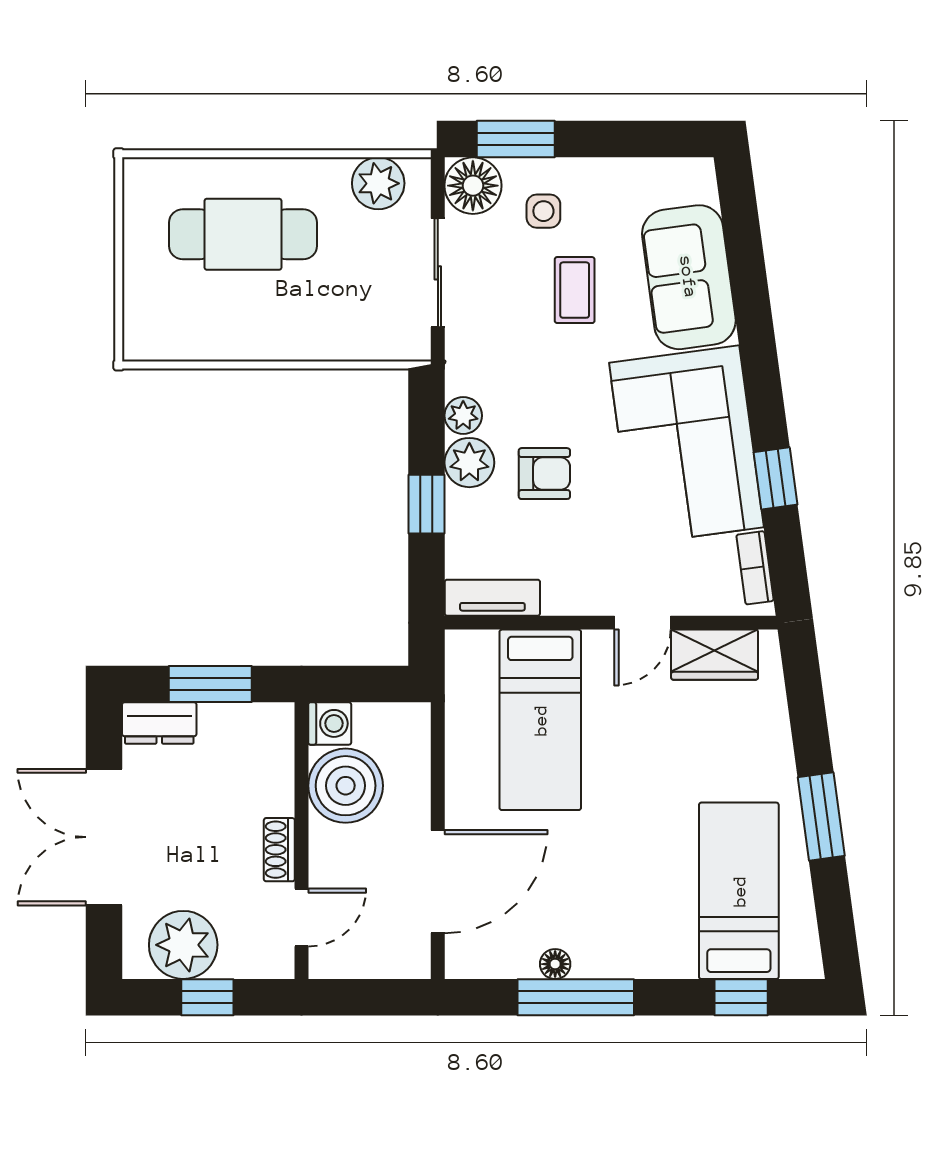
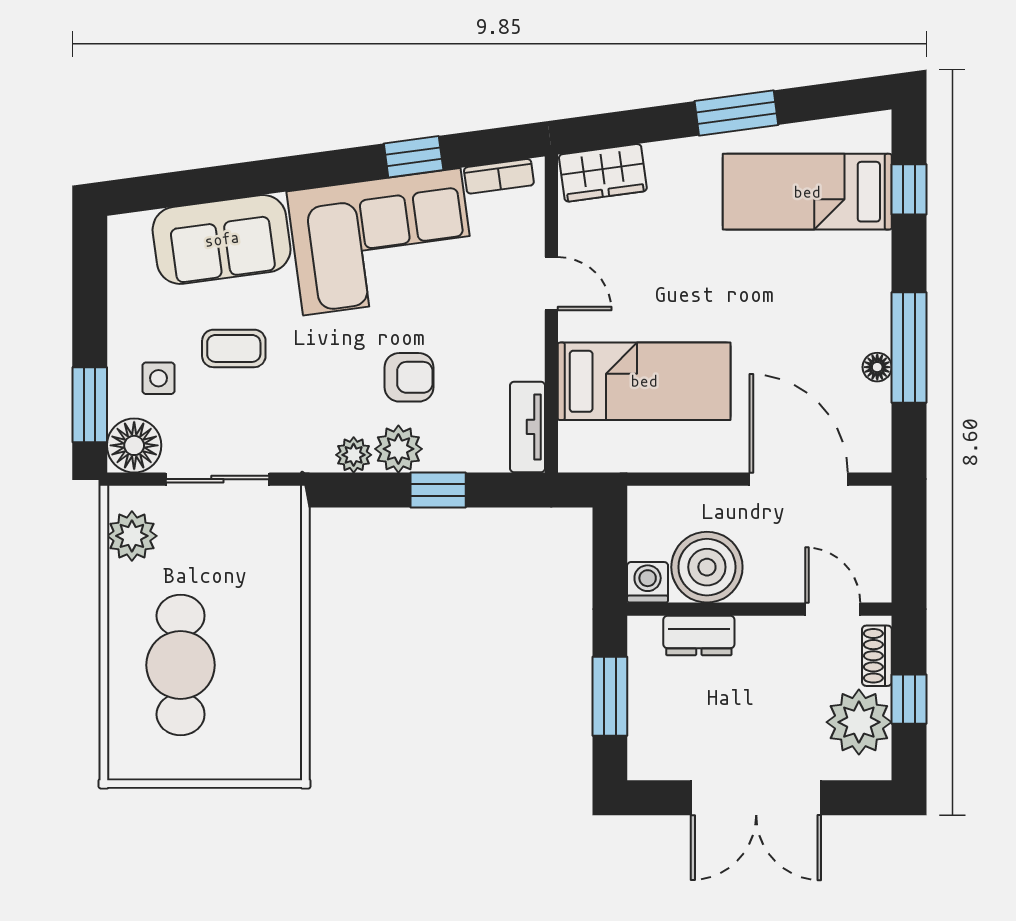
armchair: (544, 474) -> (409, 377), turned 90
wardrobe: (715, 655) -> (603, 173), moved, turned 82
dresser: (159, 723) -> (699, 636), moved, turned 90
shoe rack: (279, 850) -> (877, 656), moved, turned 90

